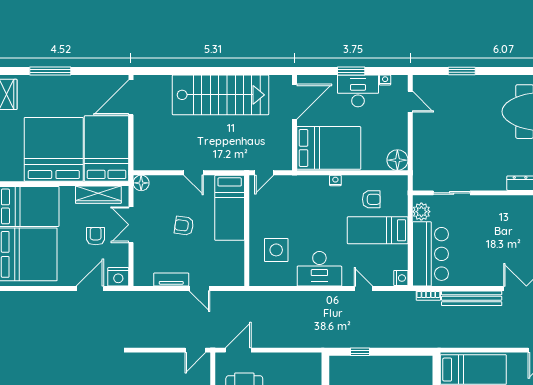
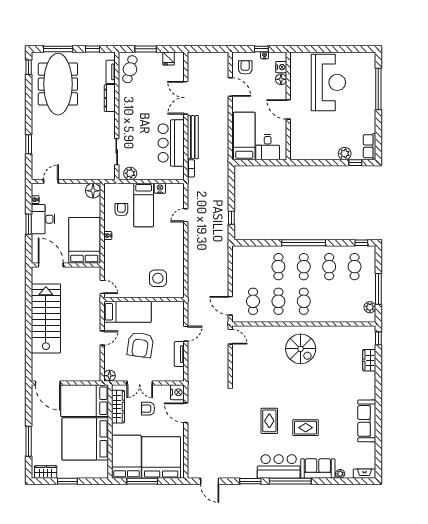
armchair: (184, 226) -> (140, 345), width x1.88, depth x1.88
bar counter: (430, 254) -> (171, 143), moved, turned -90
desk: (319, 269) -> (171, 247), removed
nightstand: (401, 278) -> (160, 188), moved

